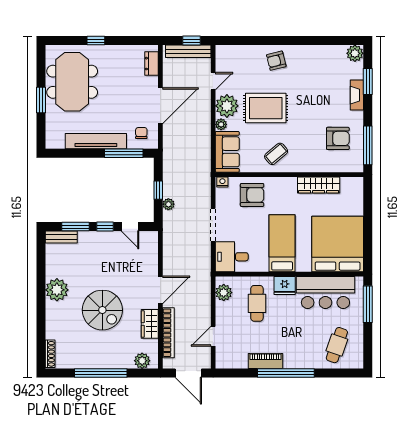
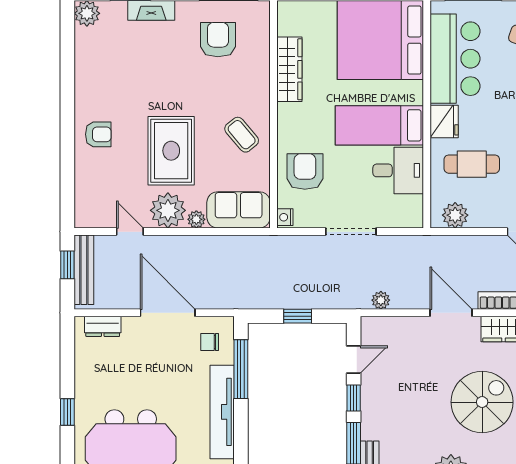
armchair: (276, 61) -> (98, 134), turned -76
plant: (168, 204) -> (381, 300), moved
desk: (232, 257) -> (398, 170), moved, turned -90

